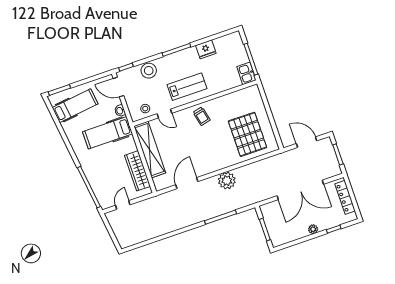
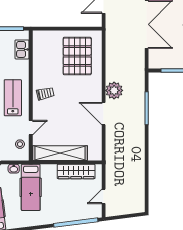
kitchen sink: (246, 73) -> (22, 49), moved, turned 90
pallet: (248, 134) -> (77, 56), turned 90
door: (187, 183) -> (104, 114), moved
door: (123, 205) -> (104, 196), hinge flipped

